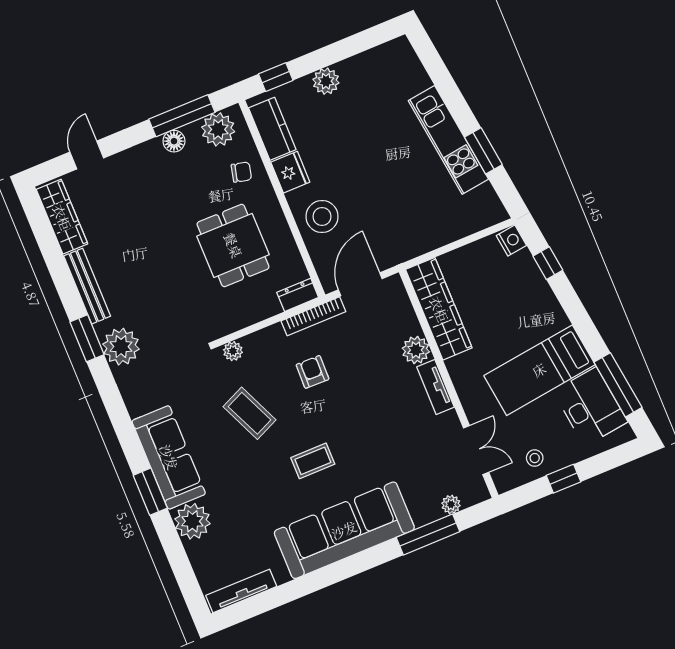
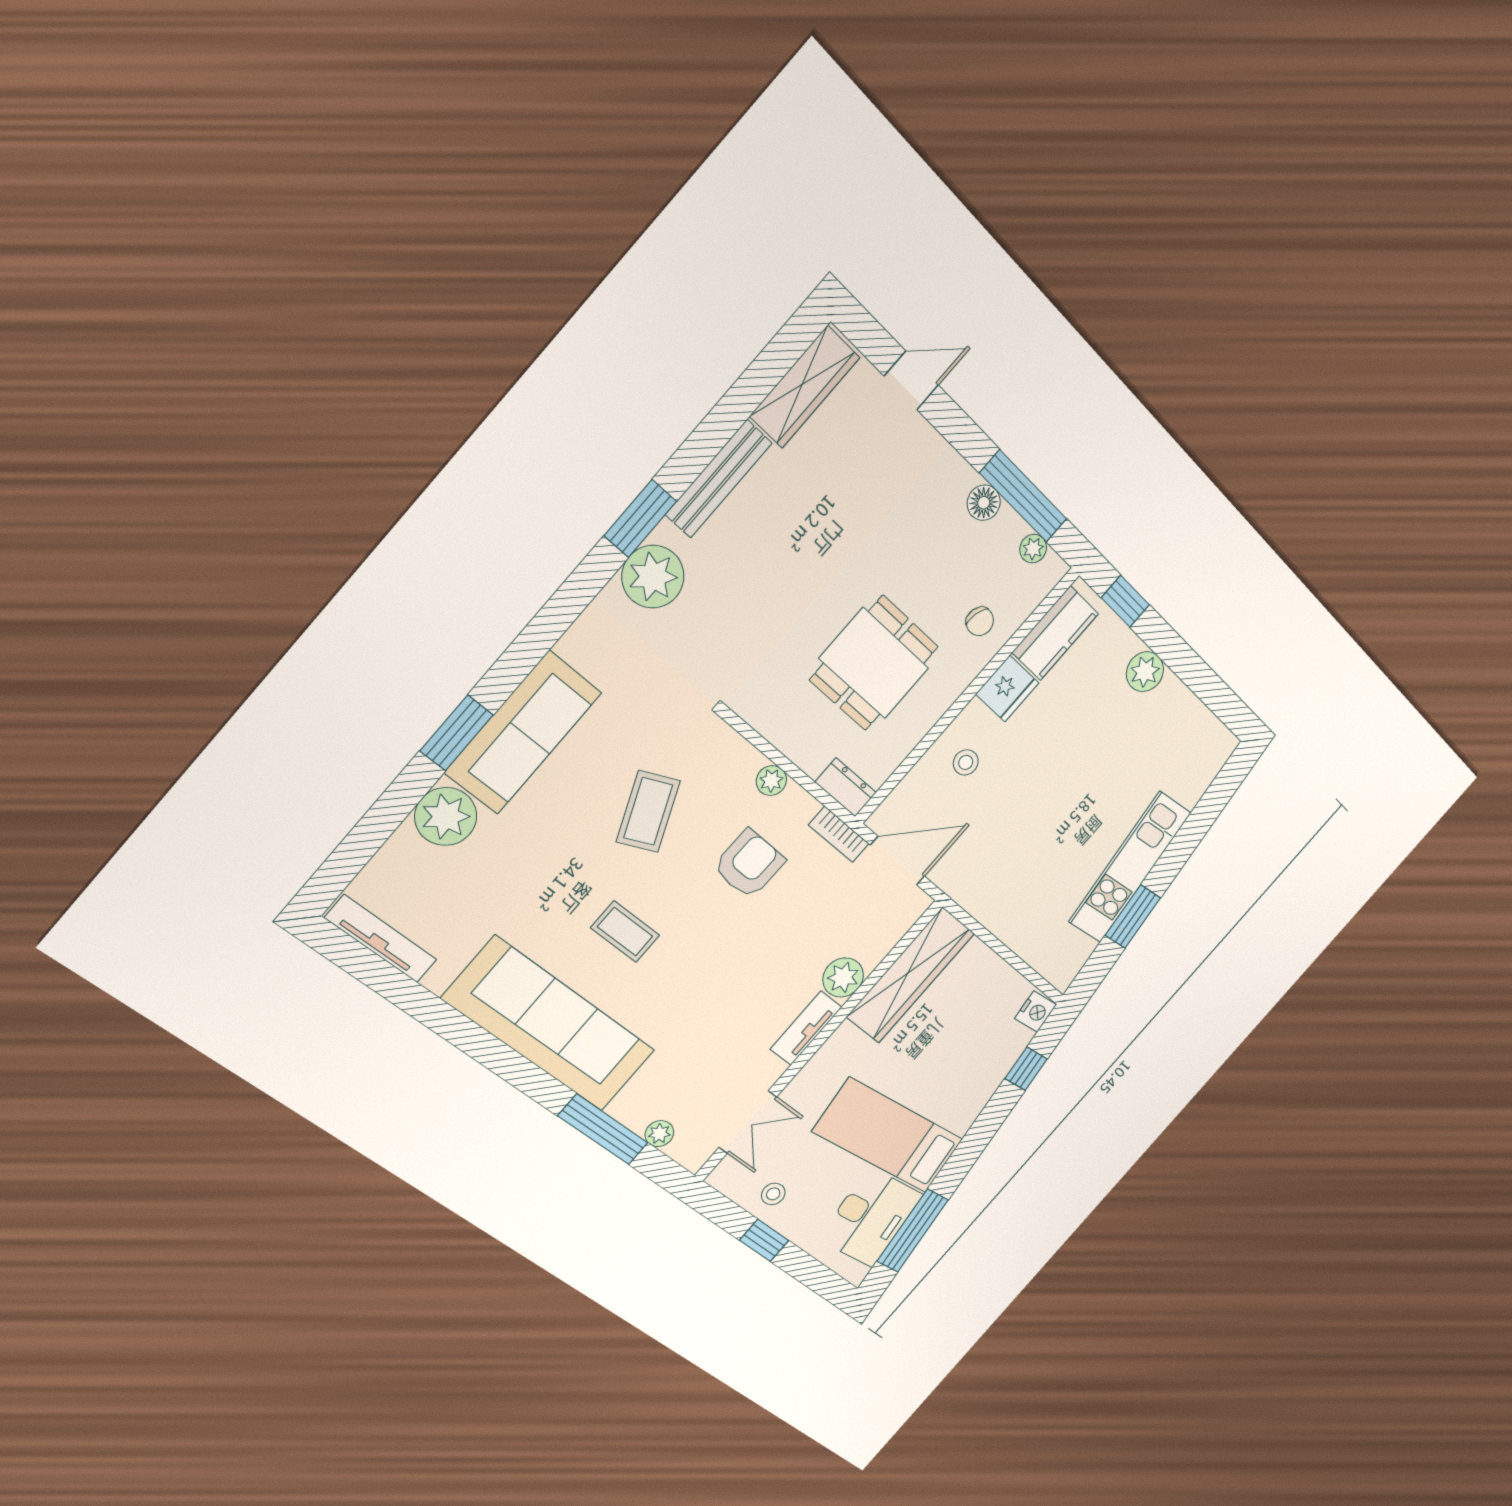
plant: (218, 129) -> (1033, 549), width x0.53, depth x0.53
stool: (322, 217) -> (966, 762), width x0.53, depth x0.53
bookcase: (313, 316) -> (839, 834), width x0.64
plant: (233, 351) -> (771, 781), moved
armchair: (312, 372) -> (749, 864), width x1.38, depth x1.38

